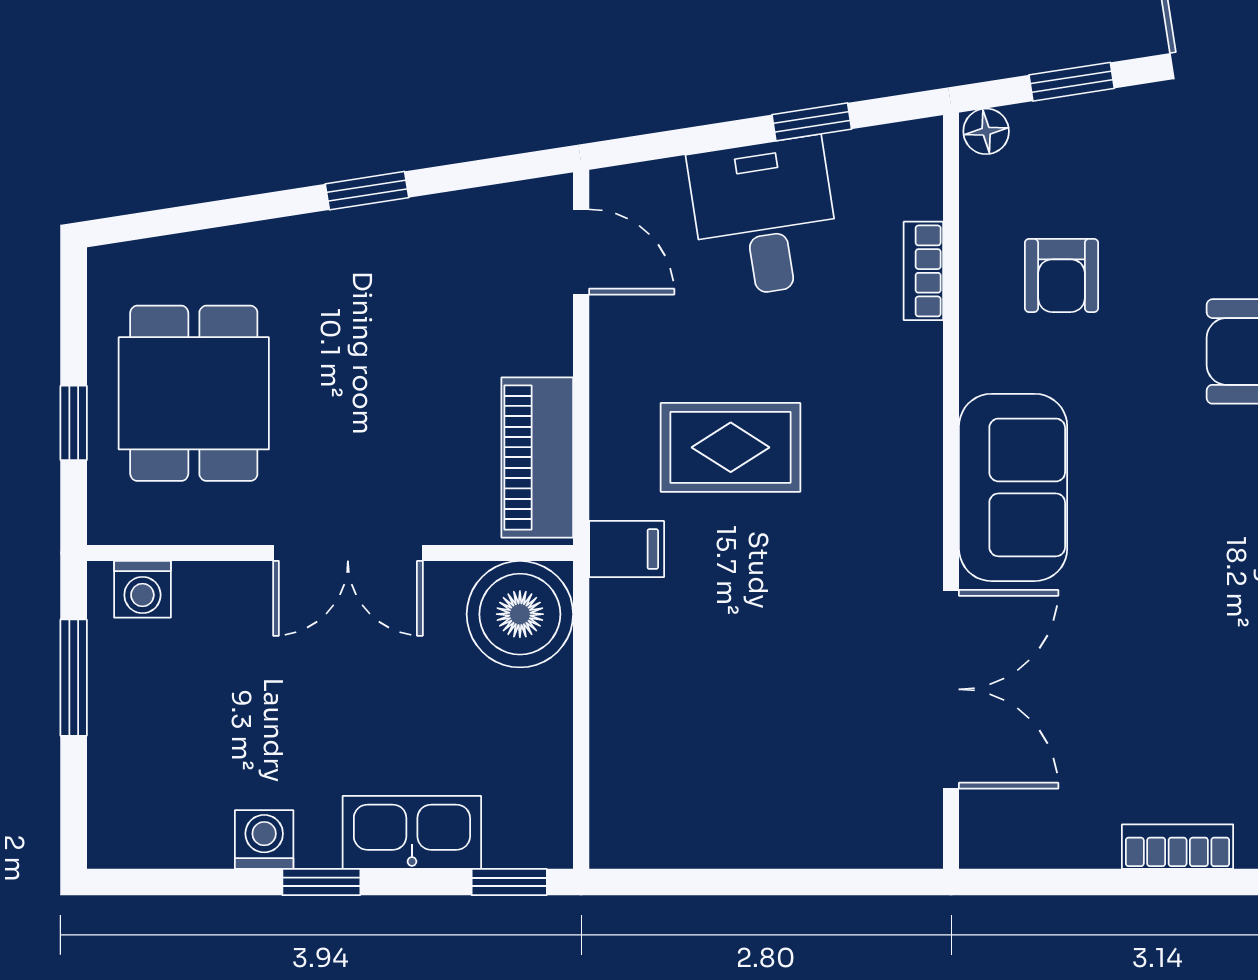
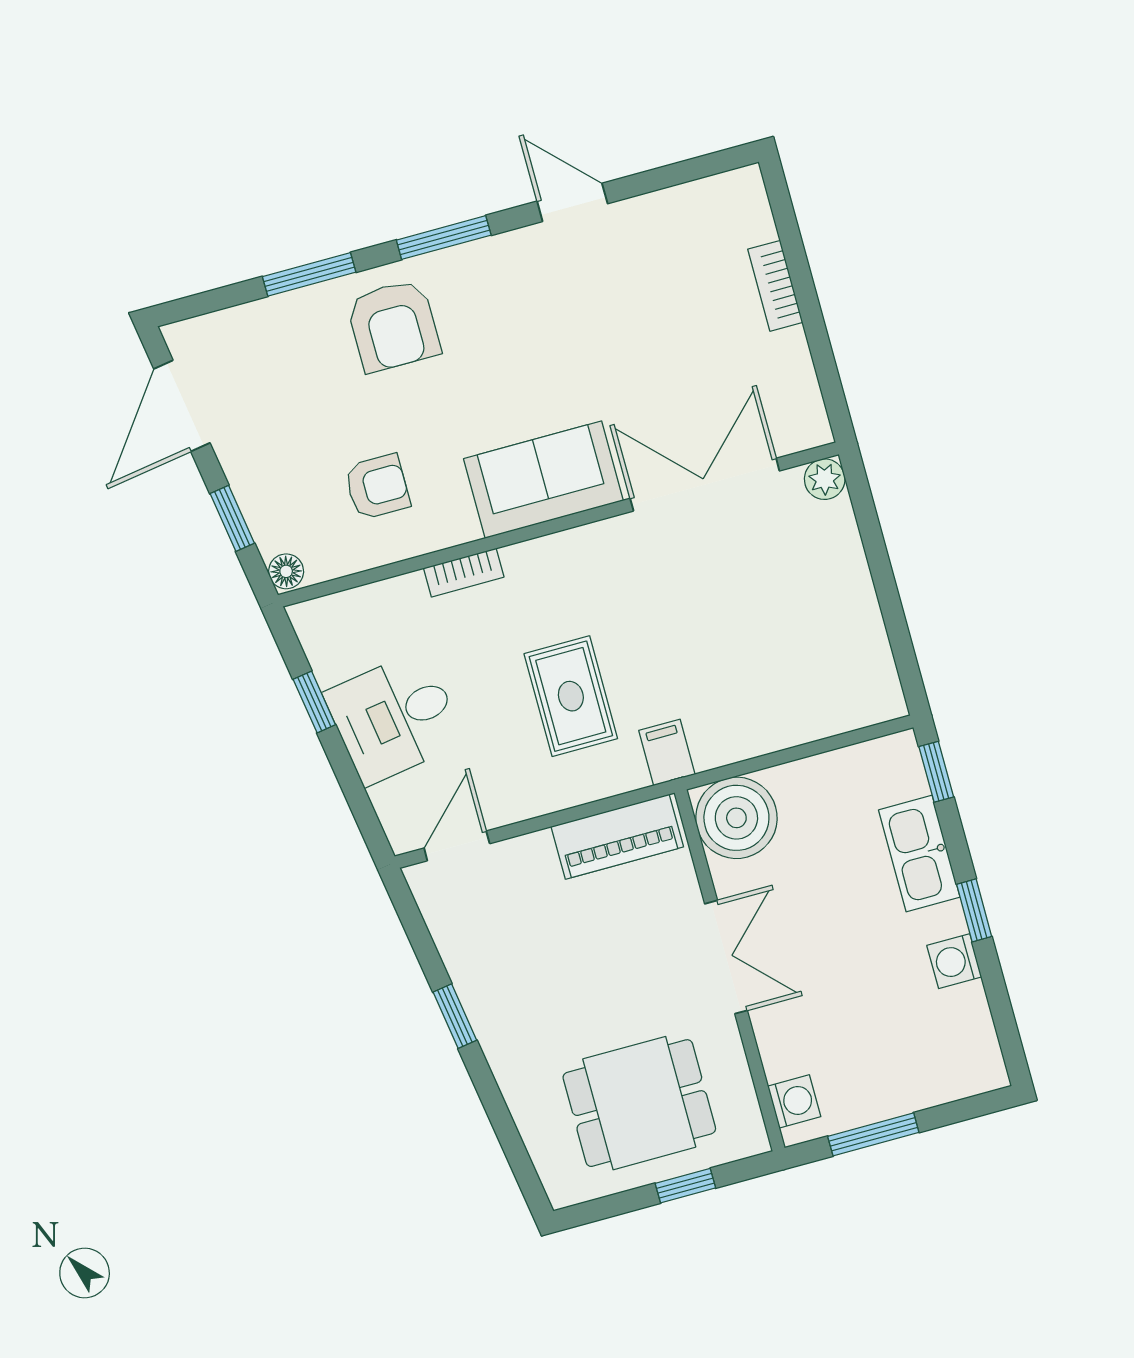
bookcase: (923, 271) -> (464, 573), moved
plant: (917, 842) -> (825, 479), added

